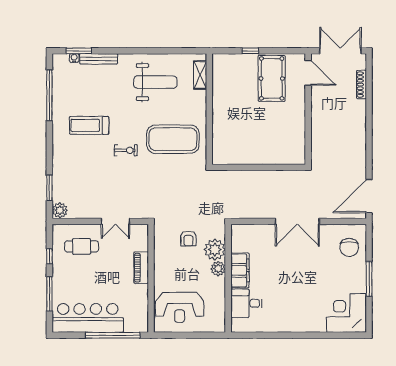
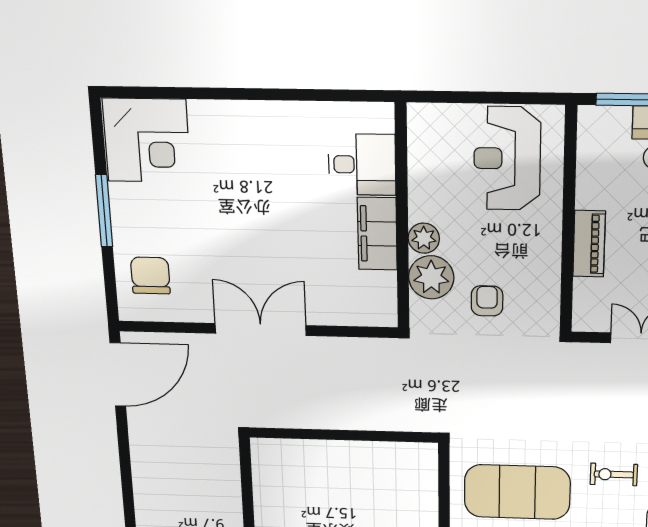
reception desk: (180, 307) -> (507, 158), turned -90

